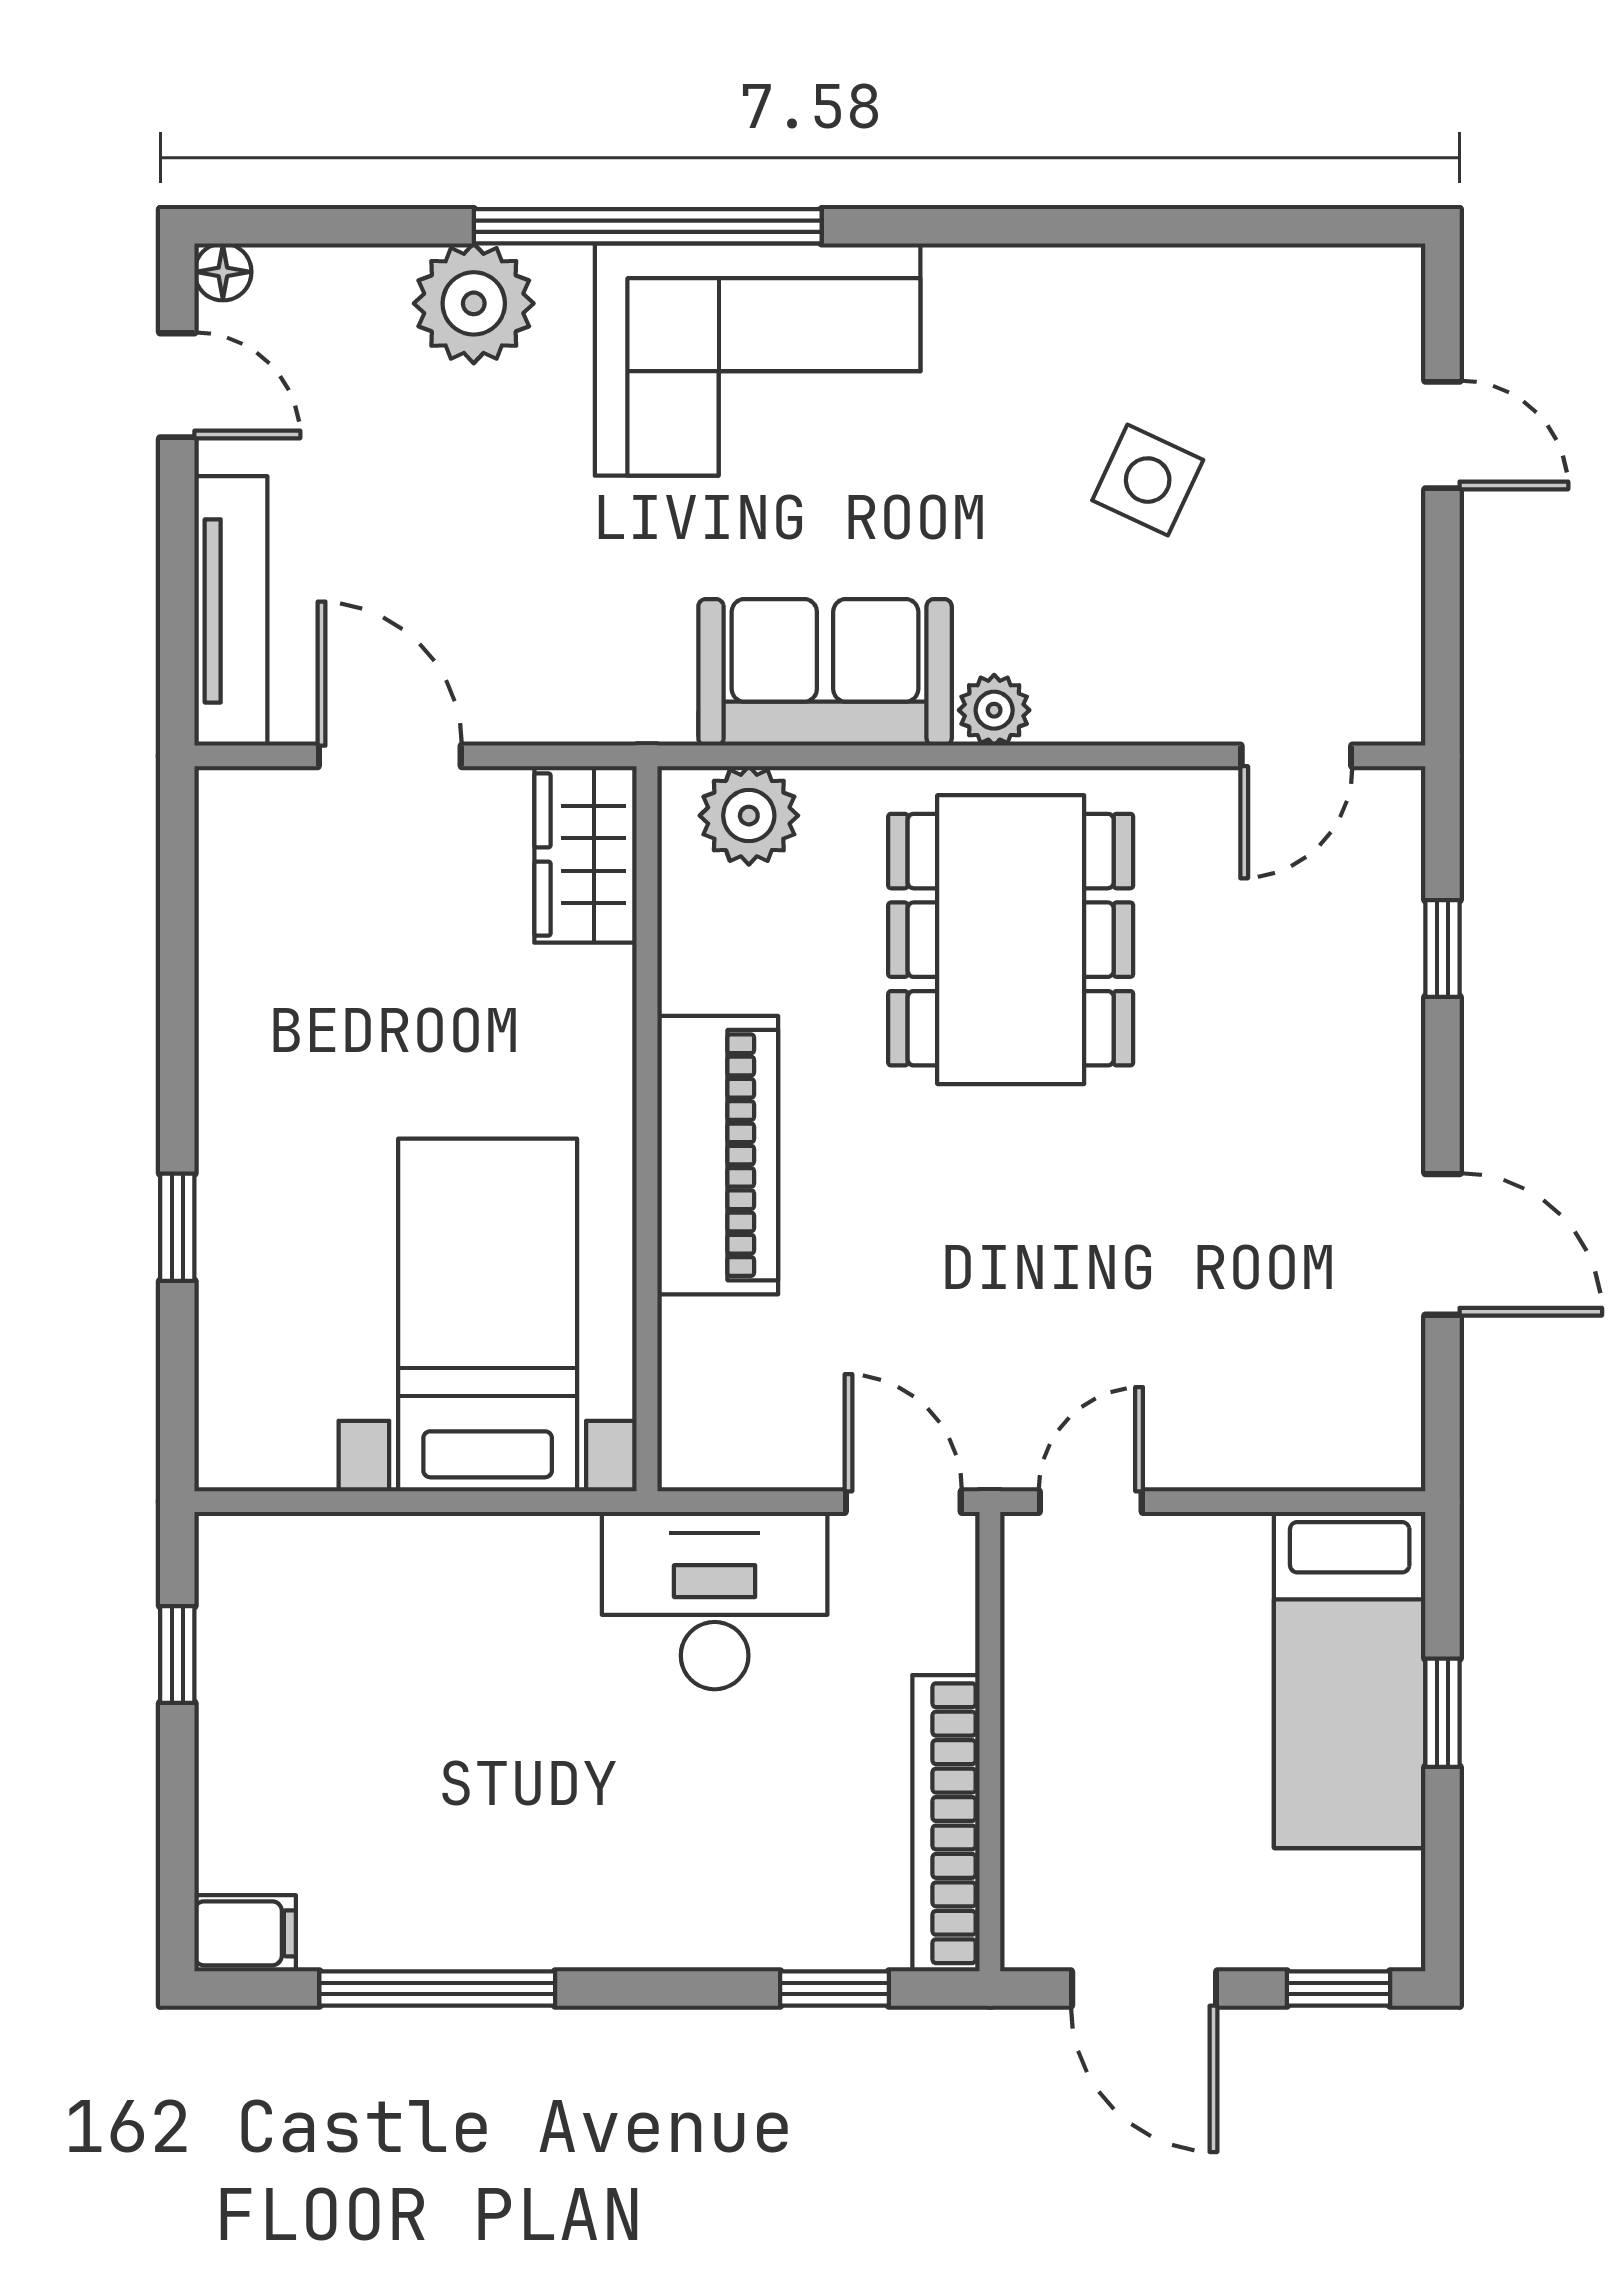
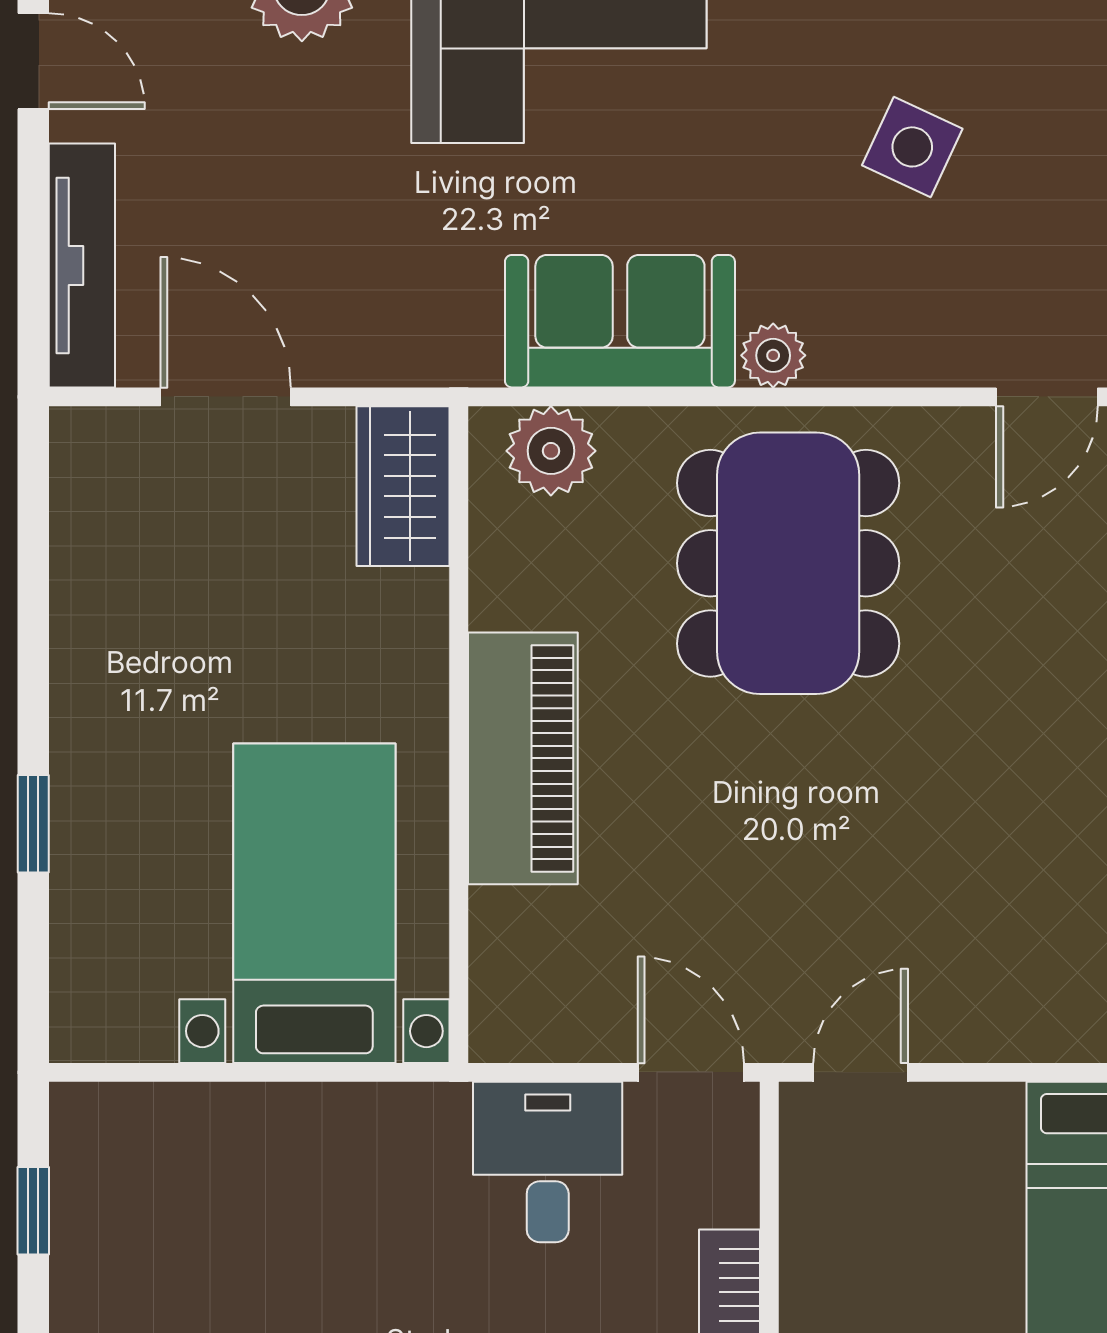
desk: (715, 1601) -> (548, 1162), width x0.73

